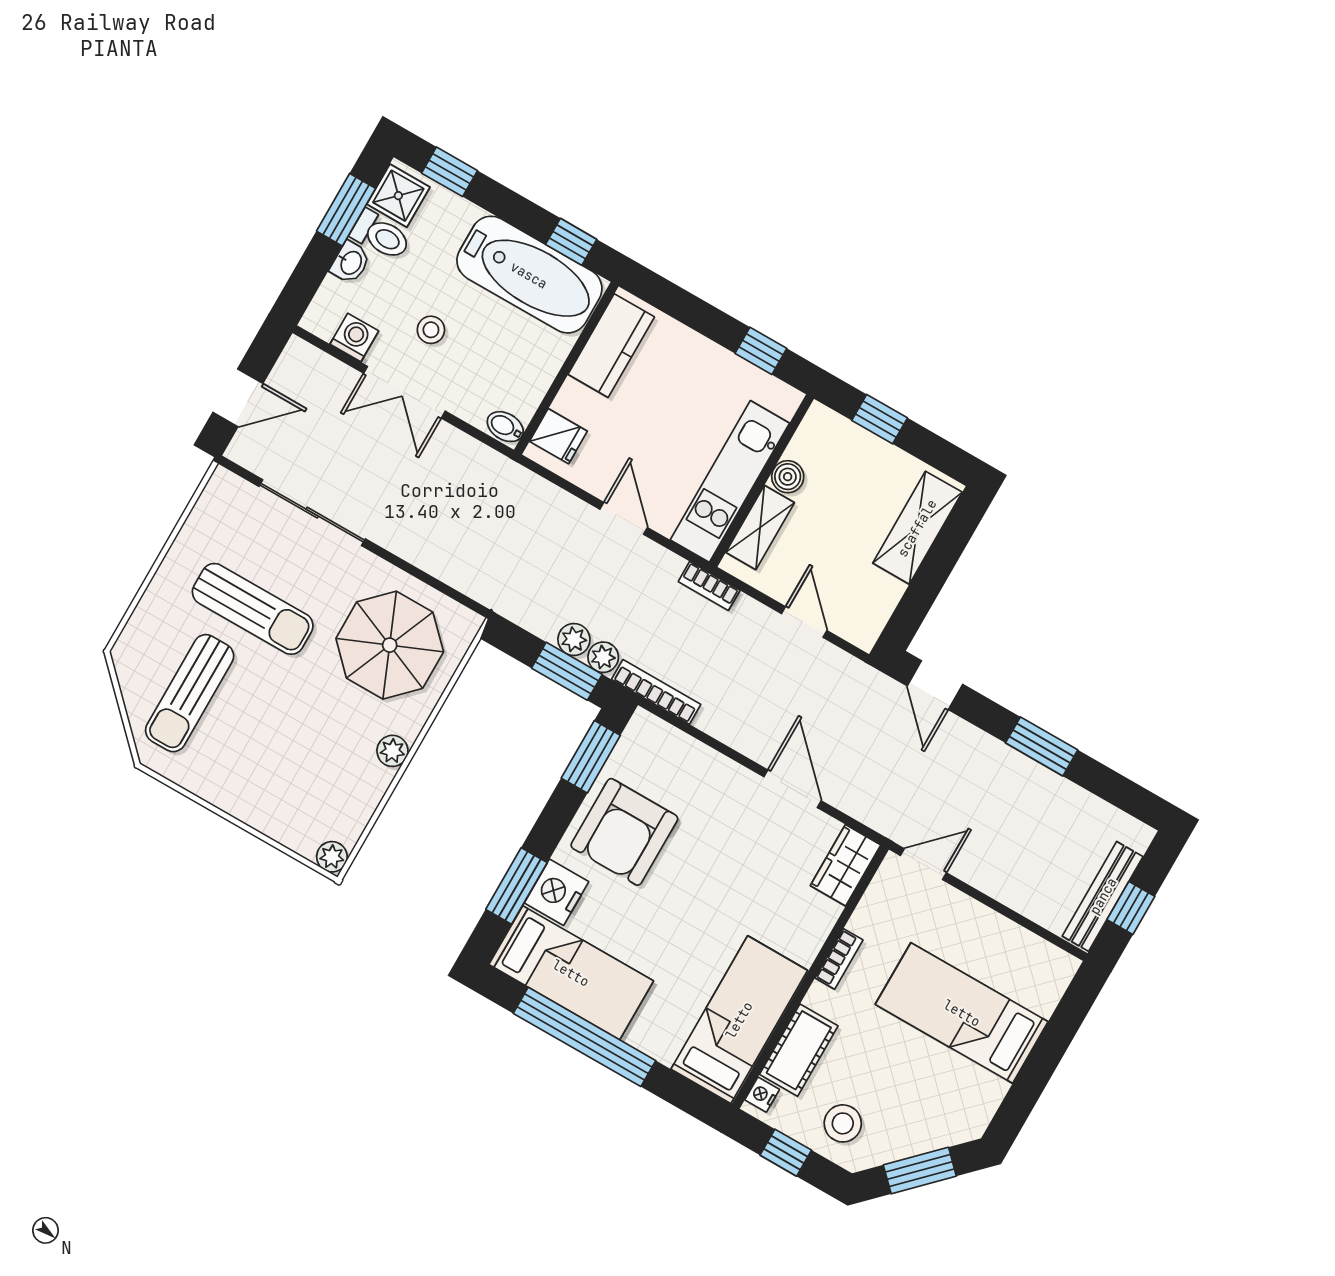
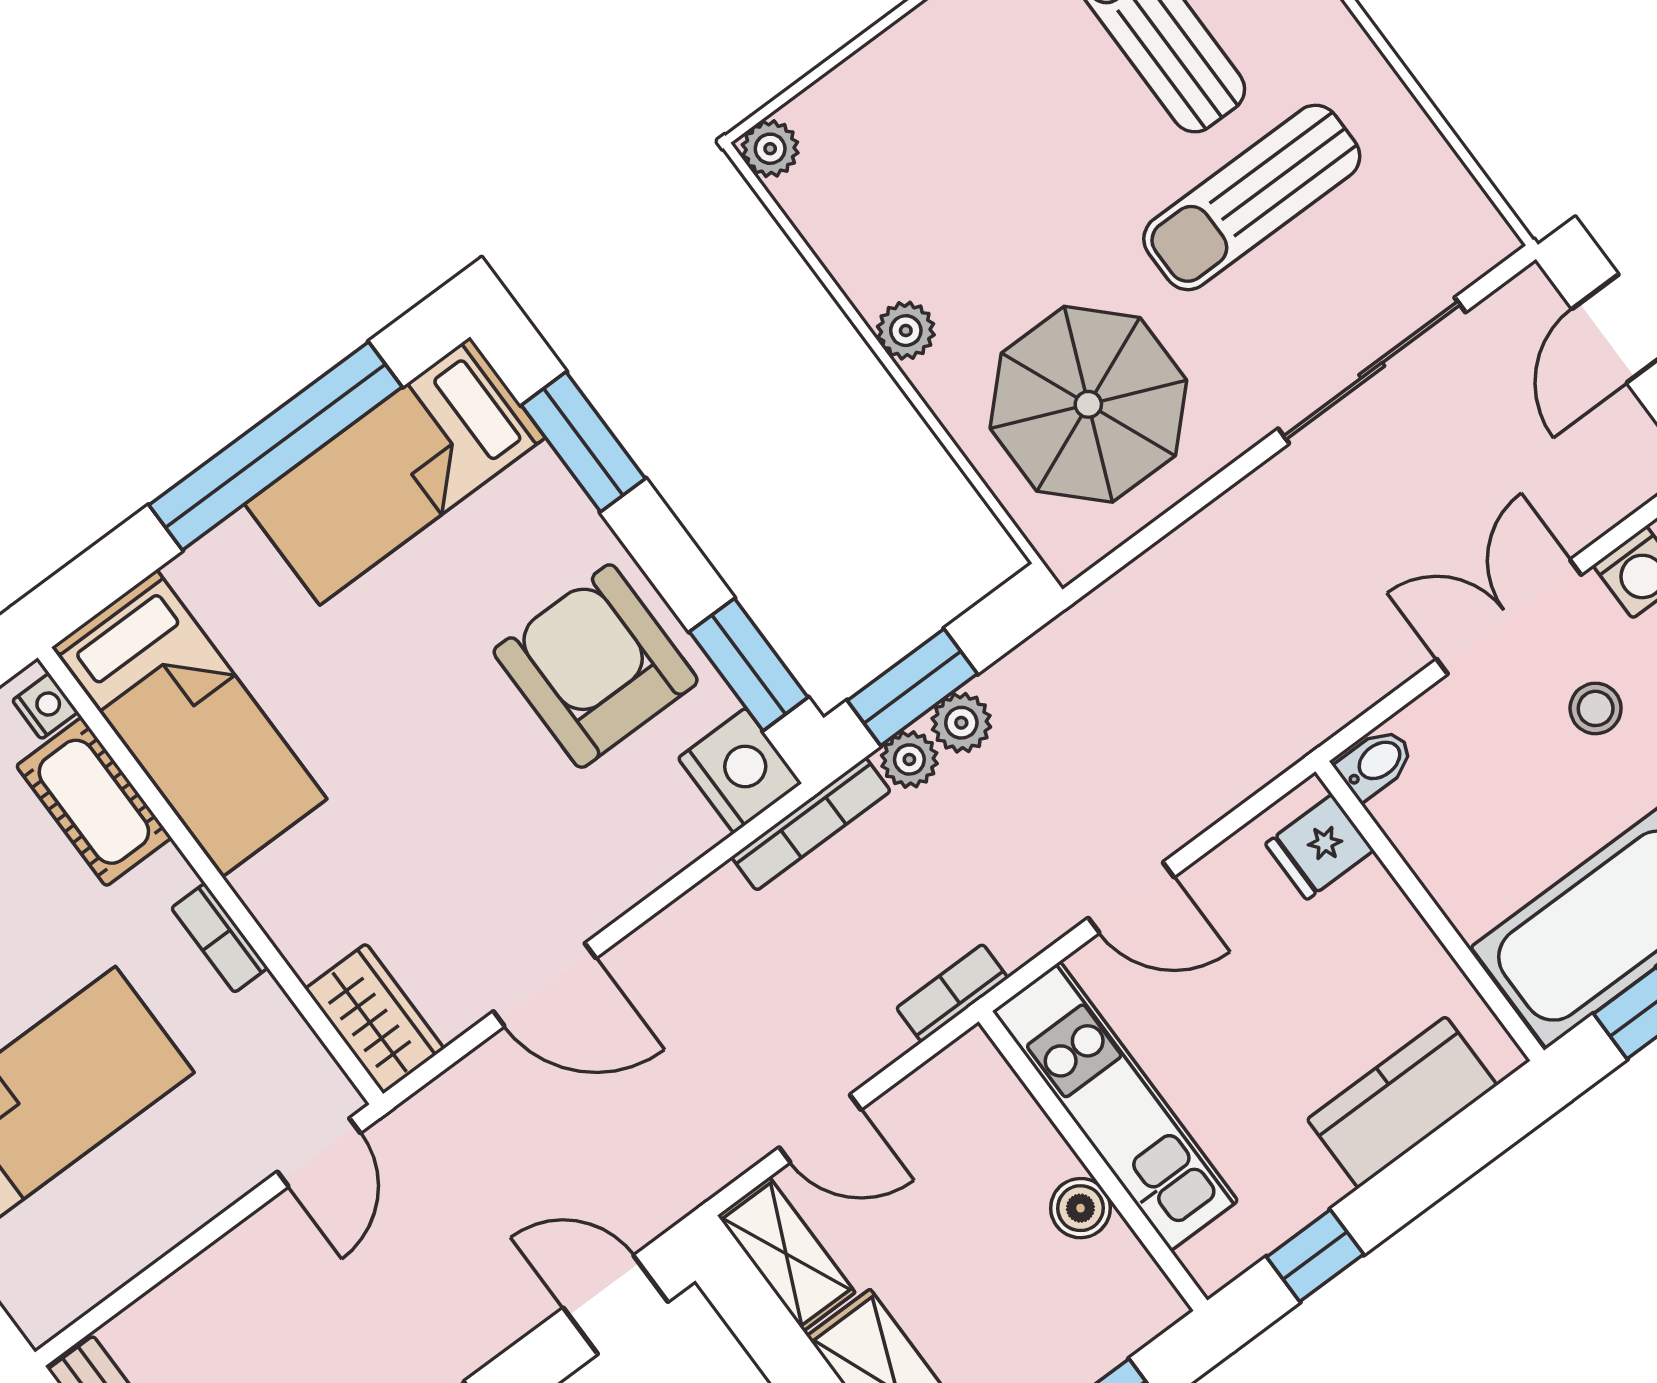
kitchen counter: (611, 346) -> (1402, 1102), moved, turned 90
shelving: (760, 528) -> (786, 1254), moved
nightstand: (556, 892) -> (740, 771), moved

